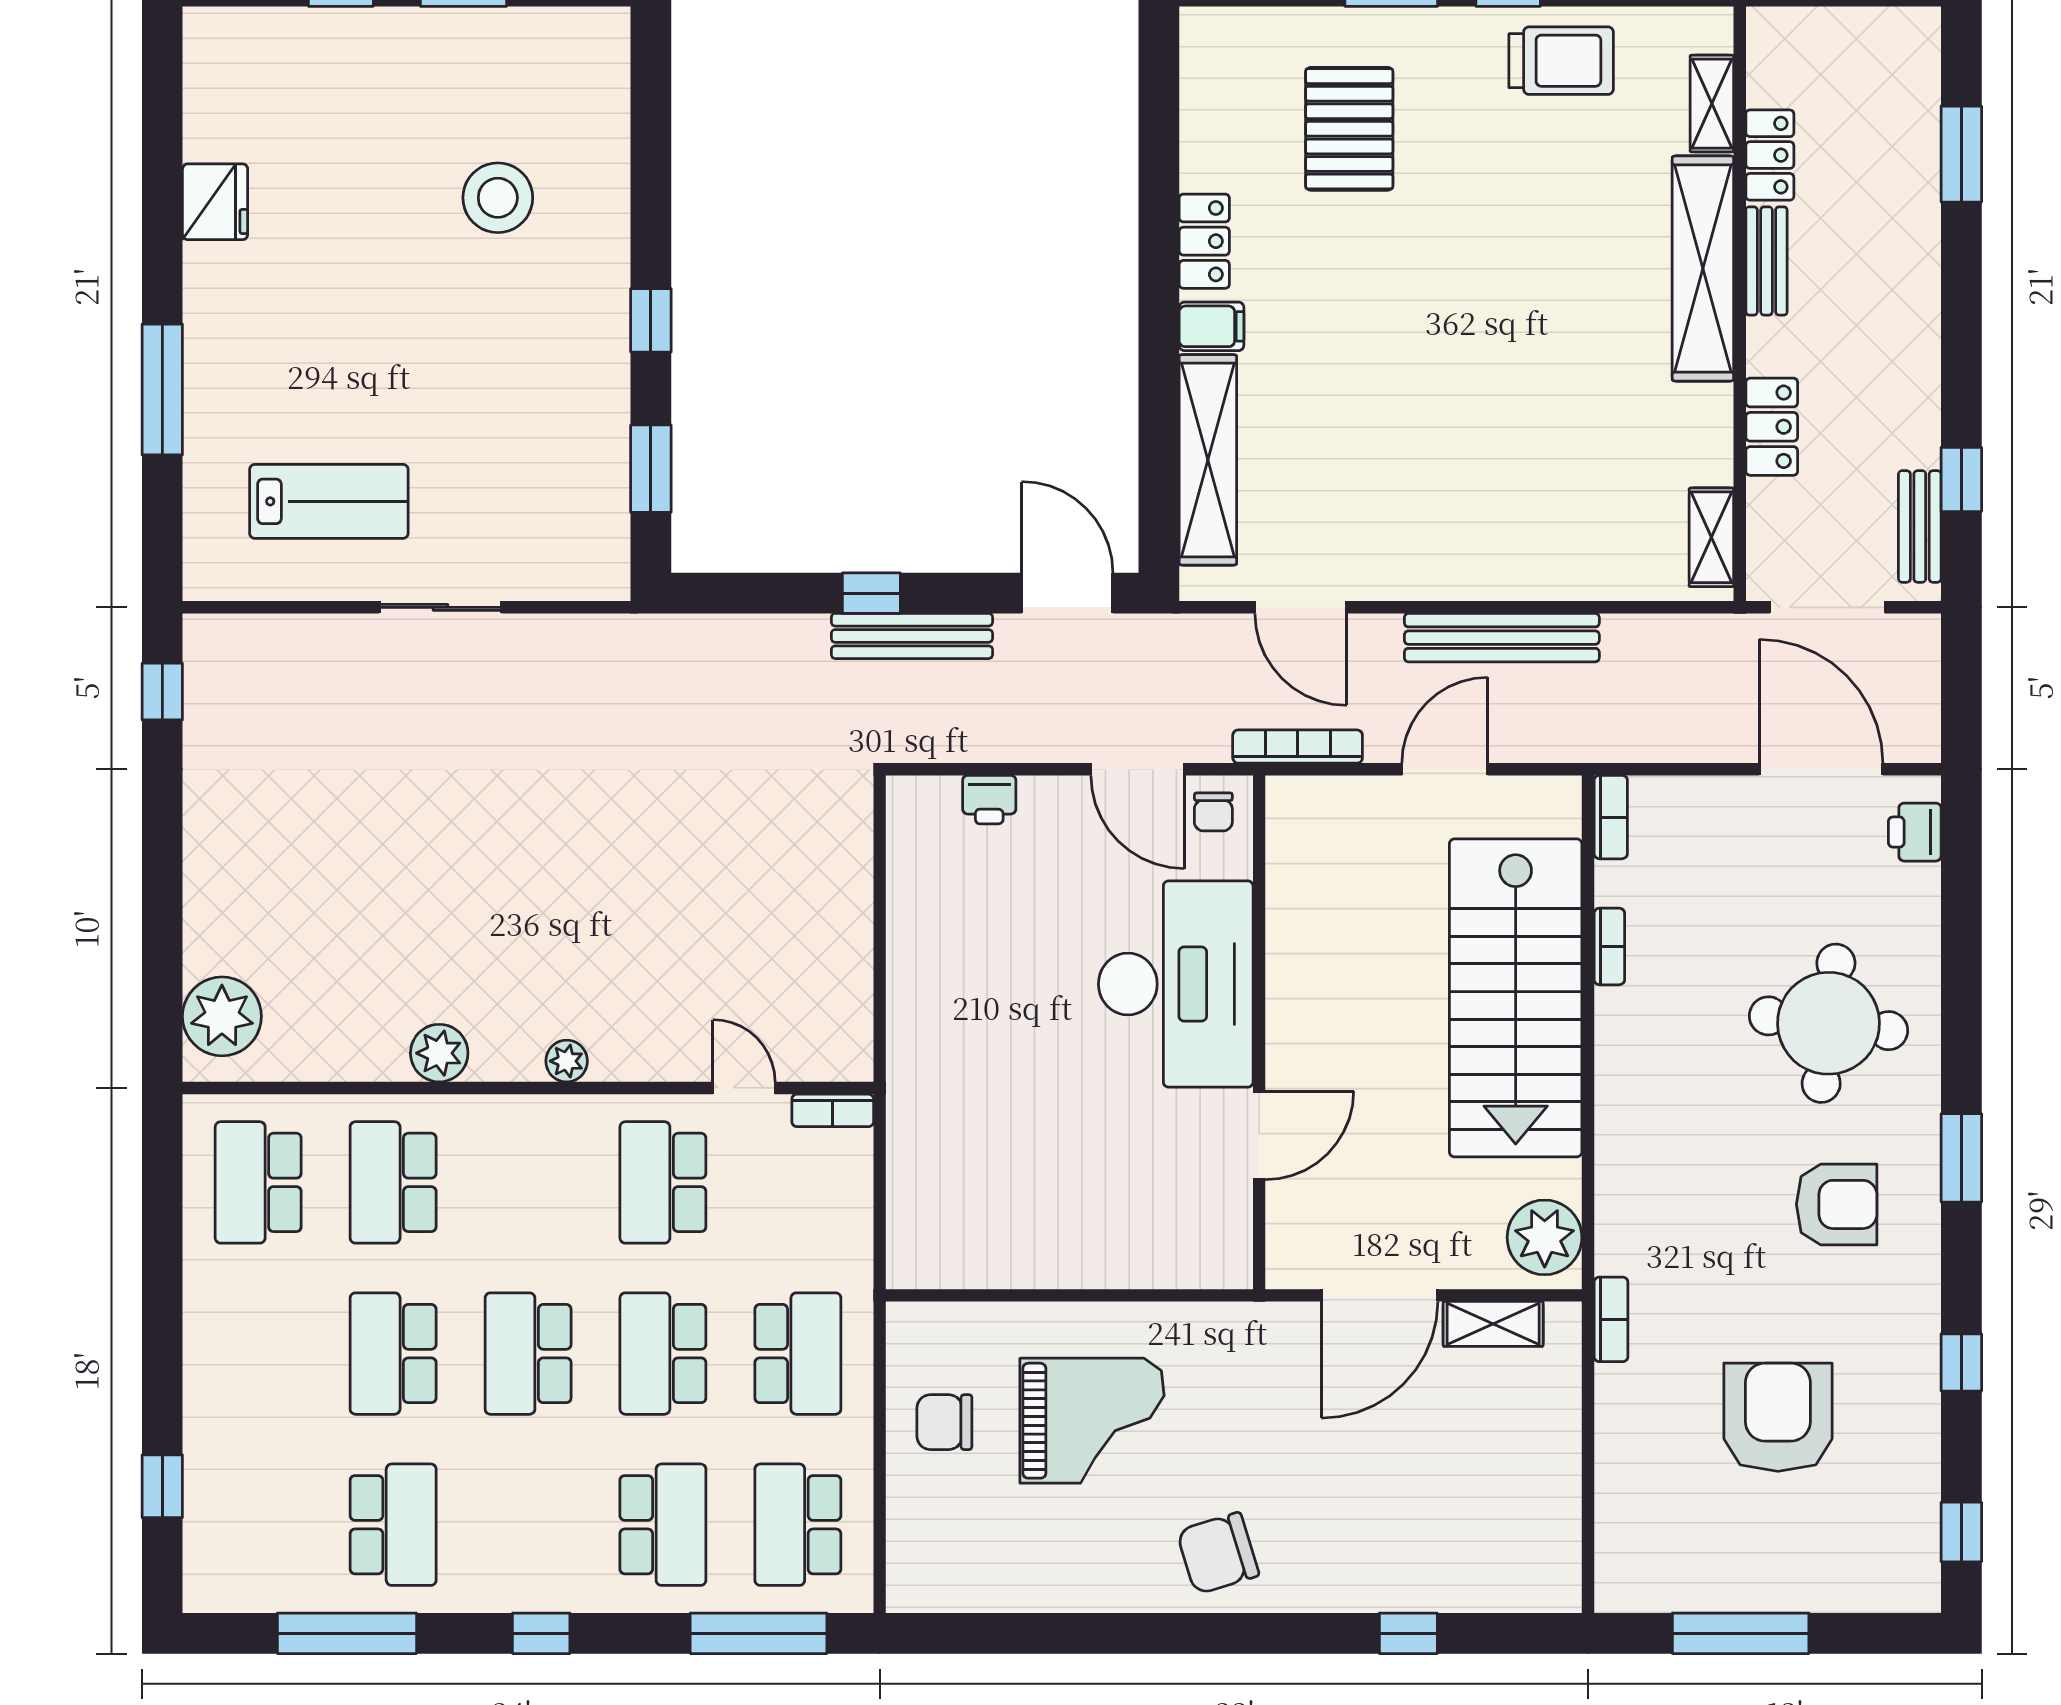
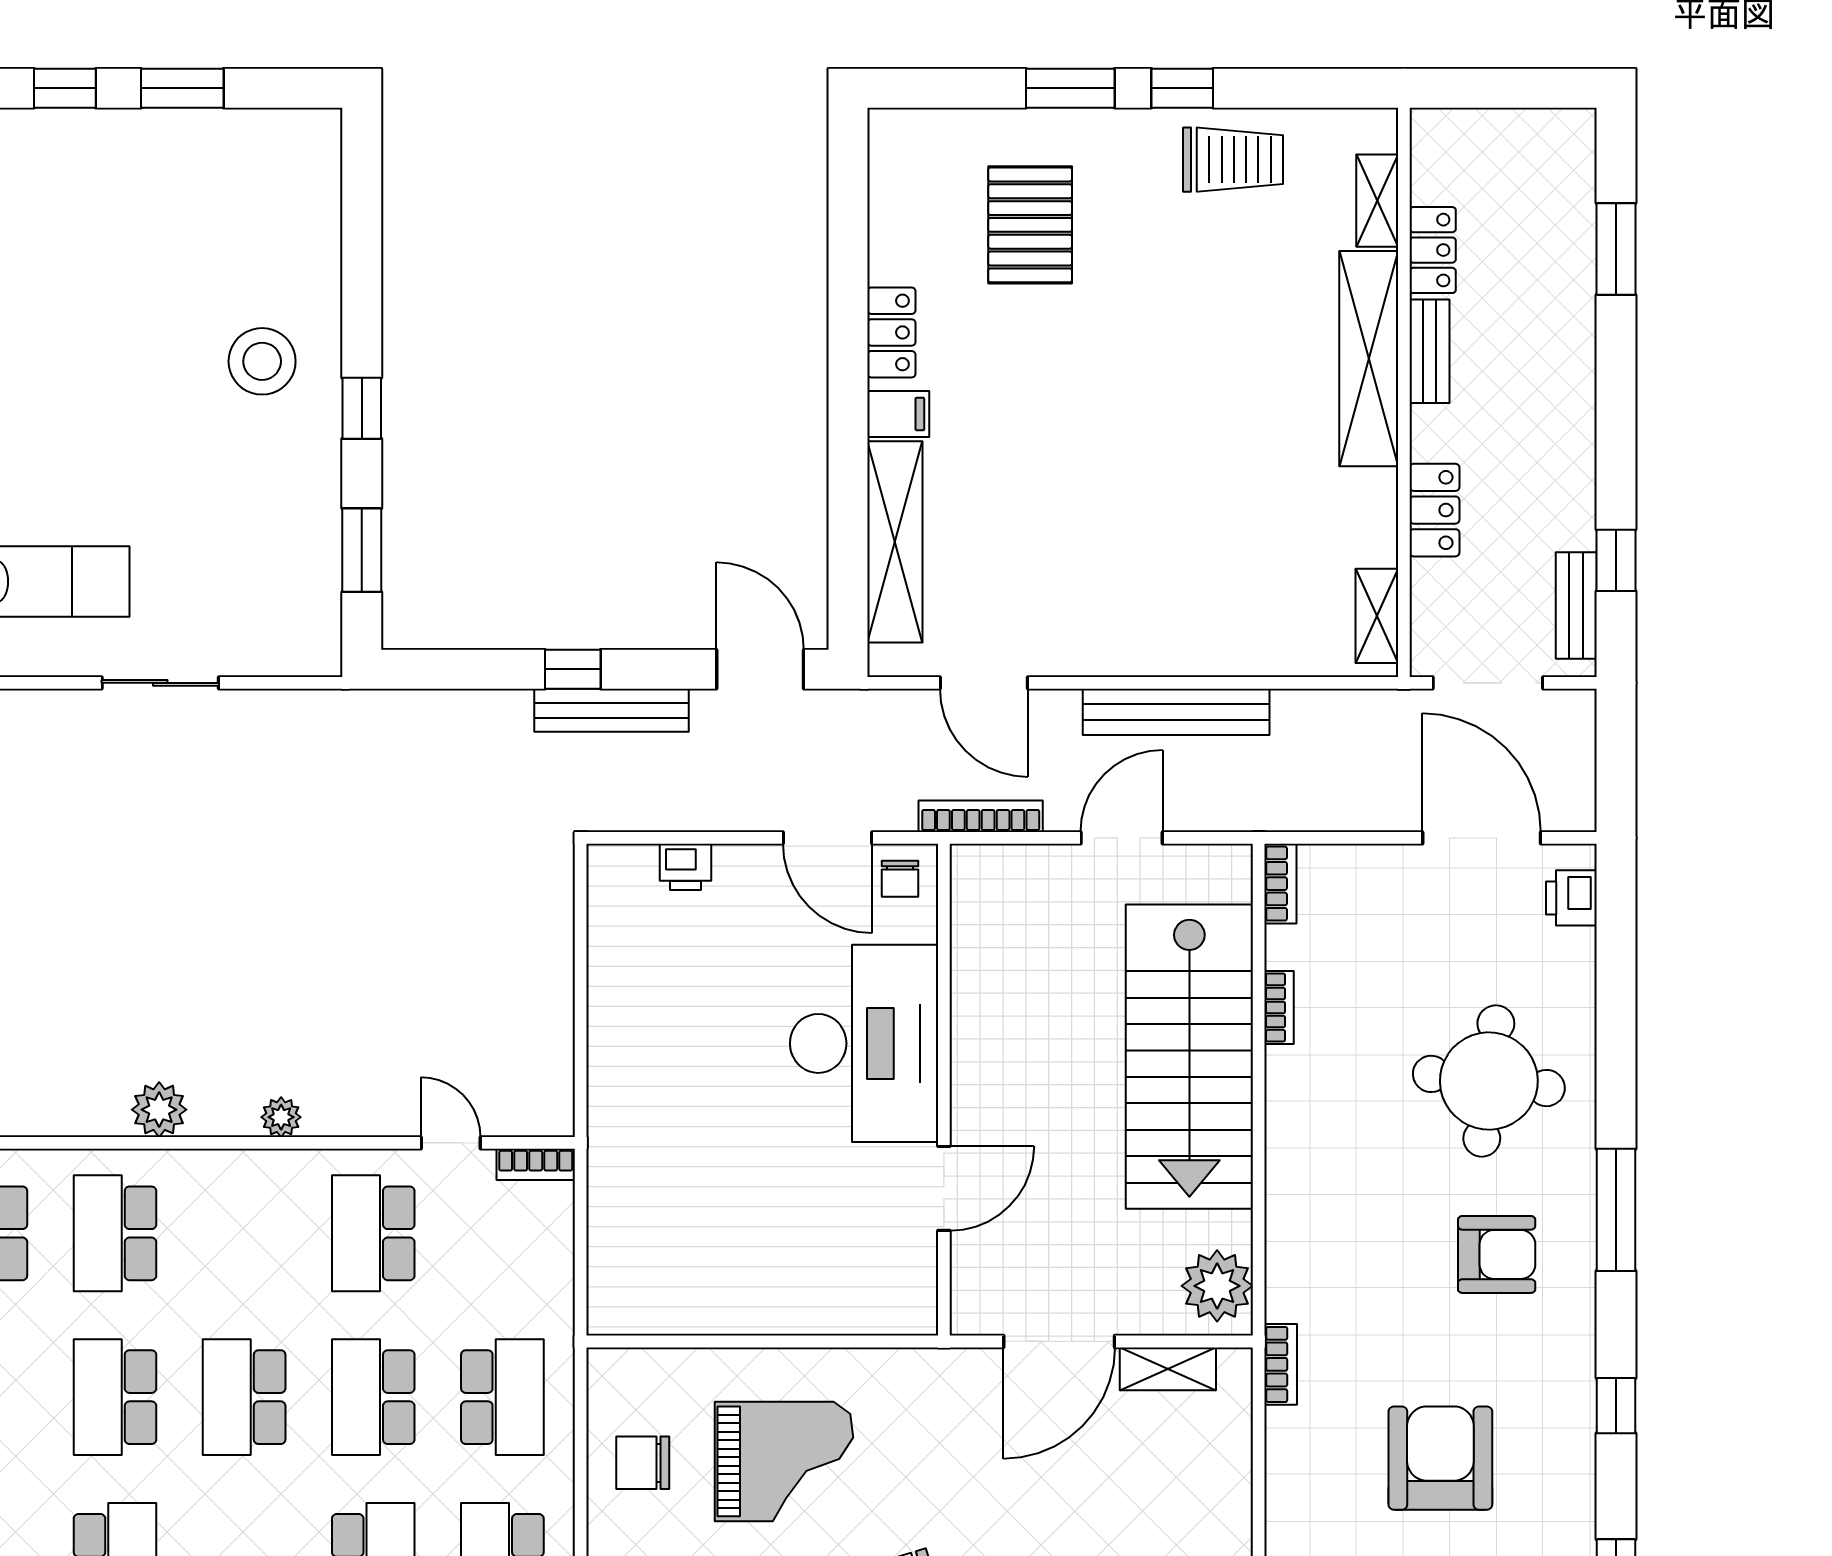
stool: (498, 198) -> (262, 361), moved
window: (1961, 1158) -> (1616, 1210), width x1.44

